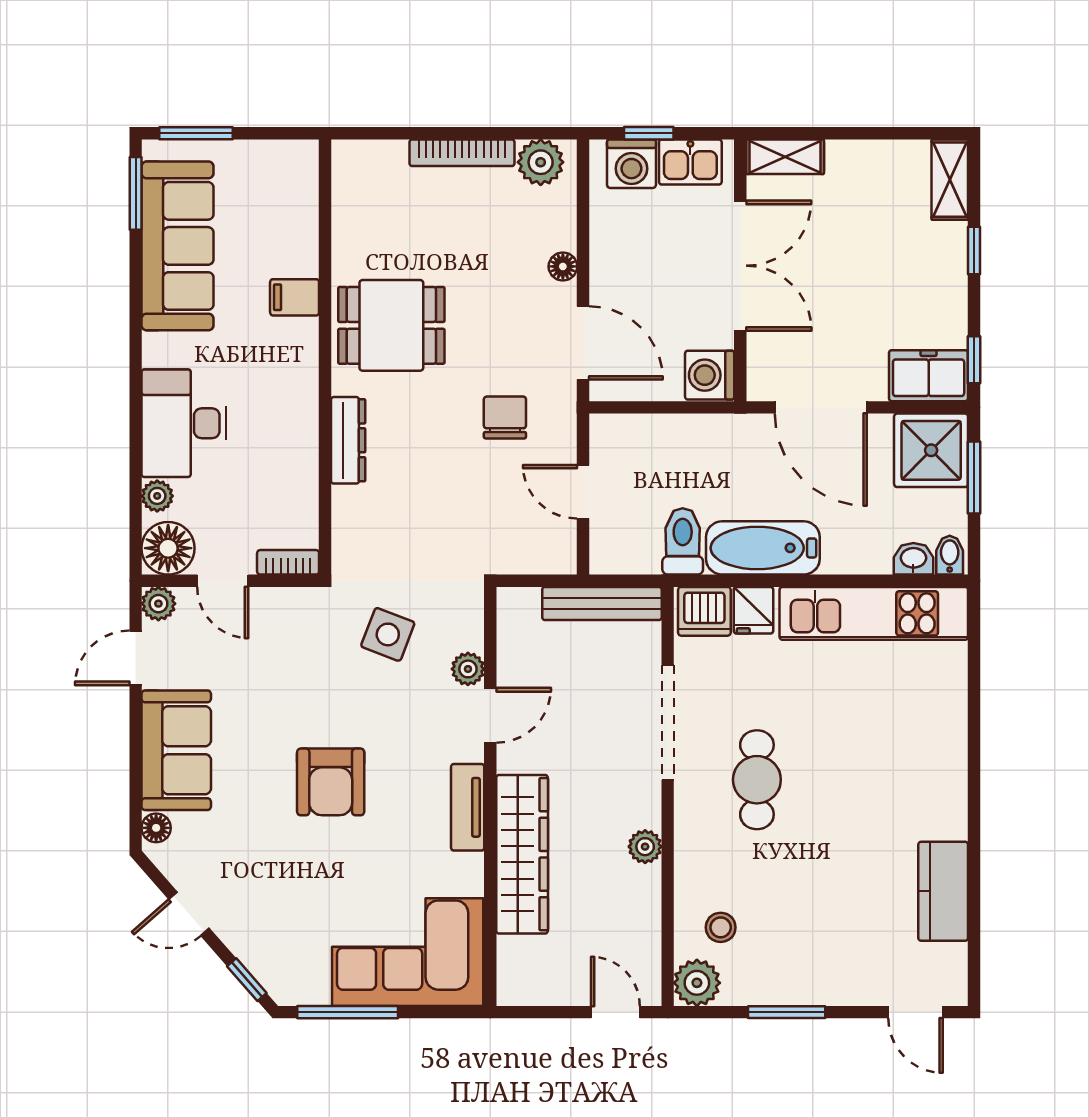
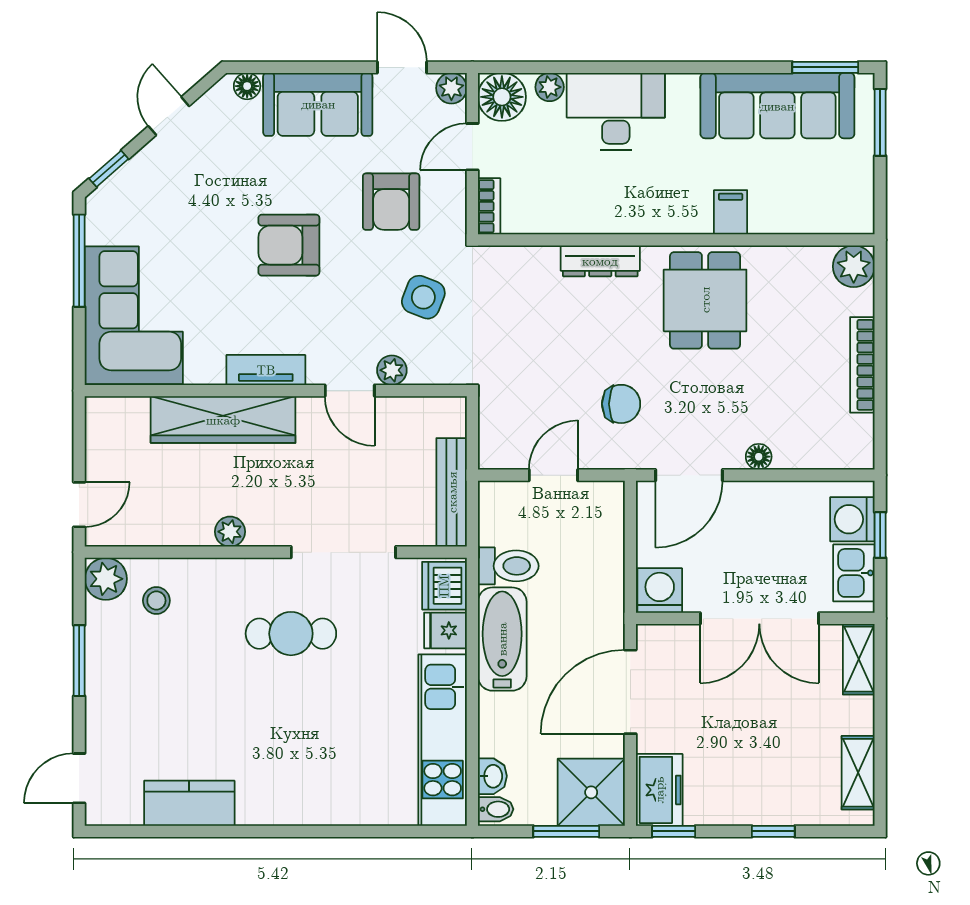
plant: (541, 162) -> (854, 266), moved
shelving: (950, 180) -> (858, 773), moved, turned 90
armchair: (283, 670) -> (391, 202), added

